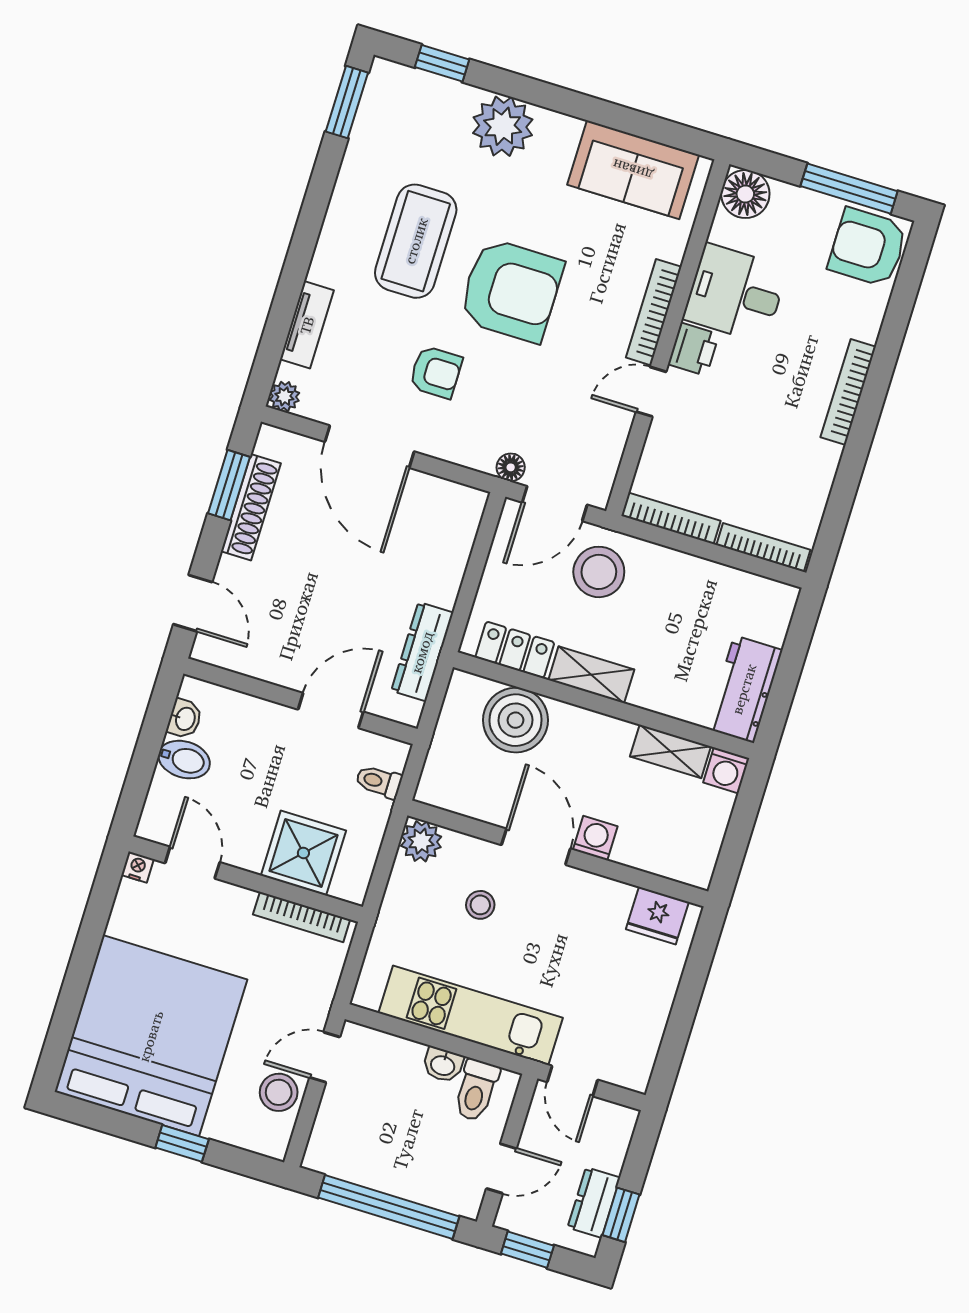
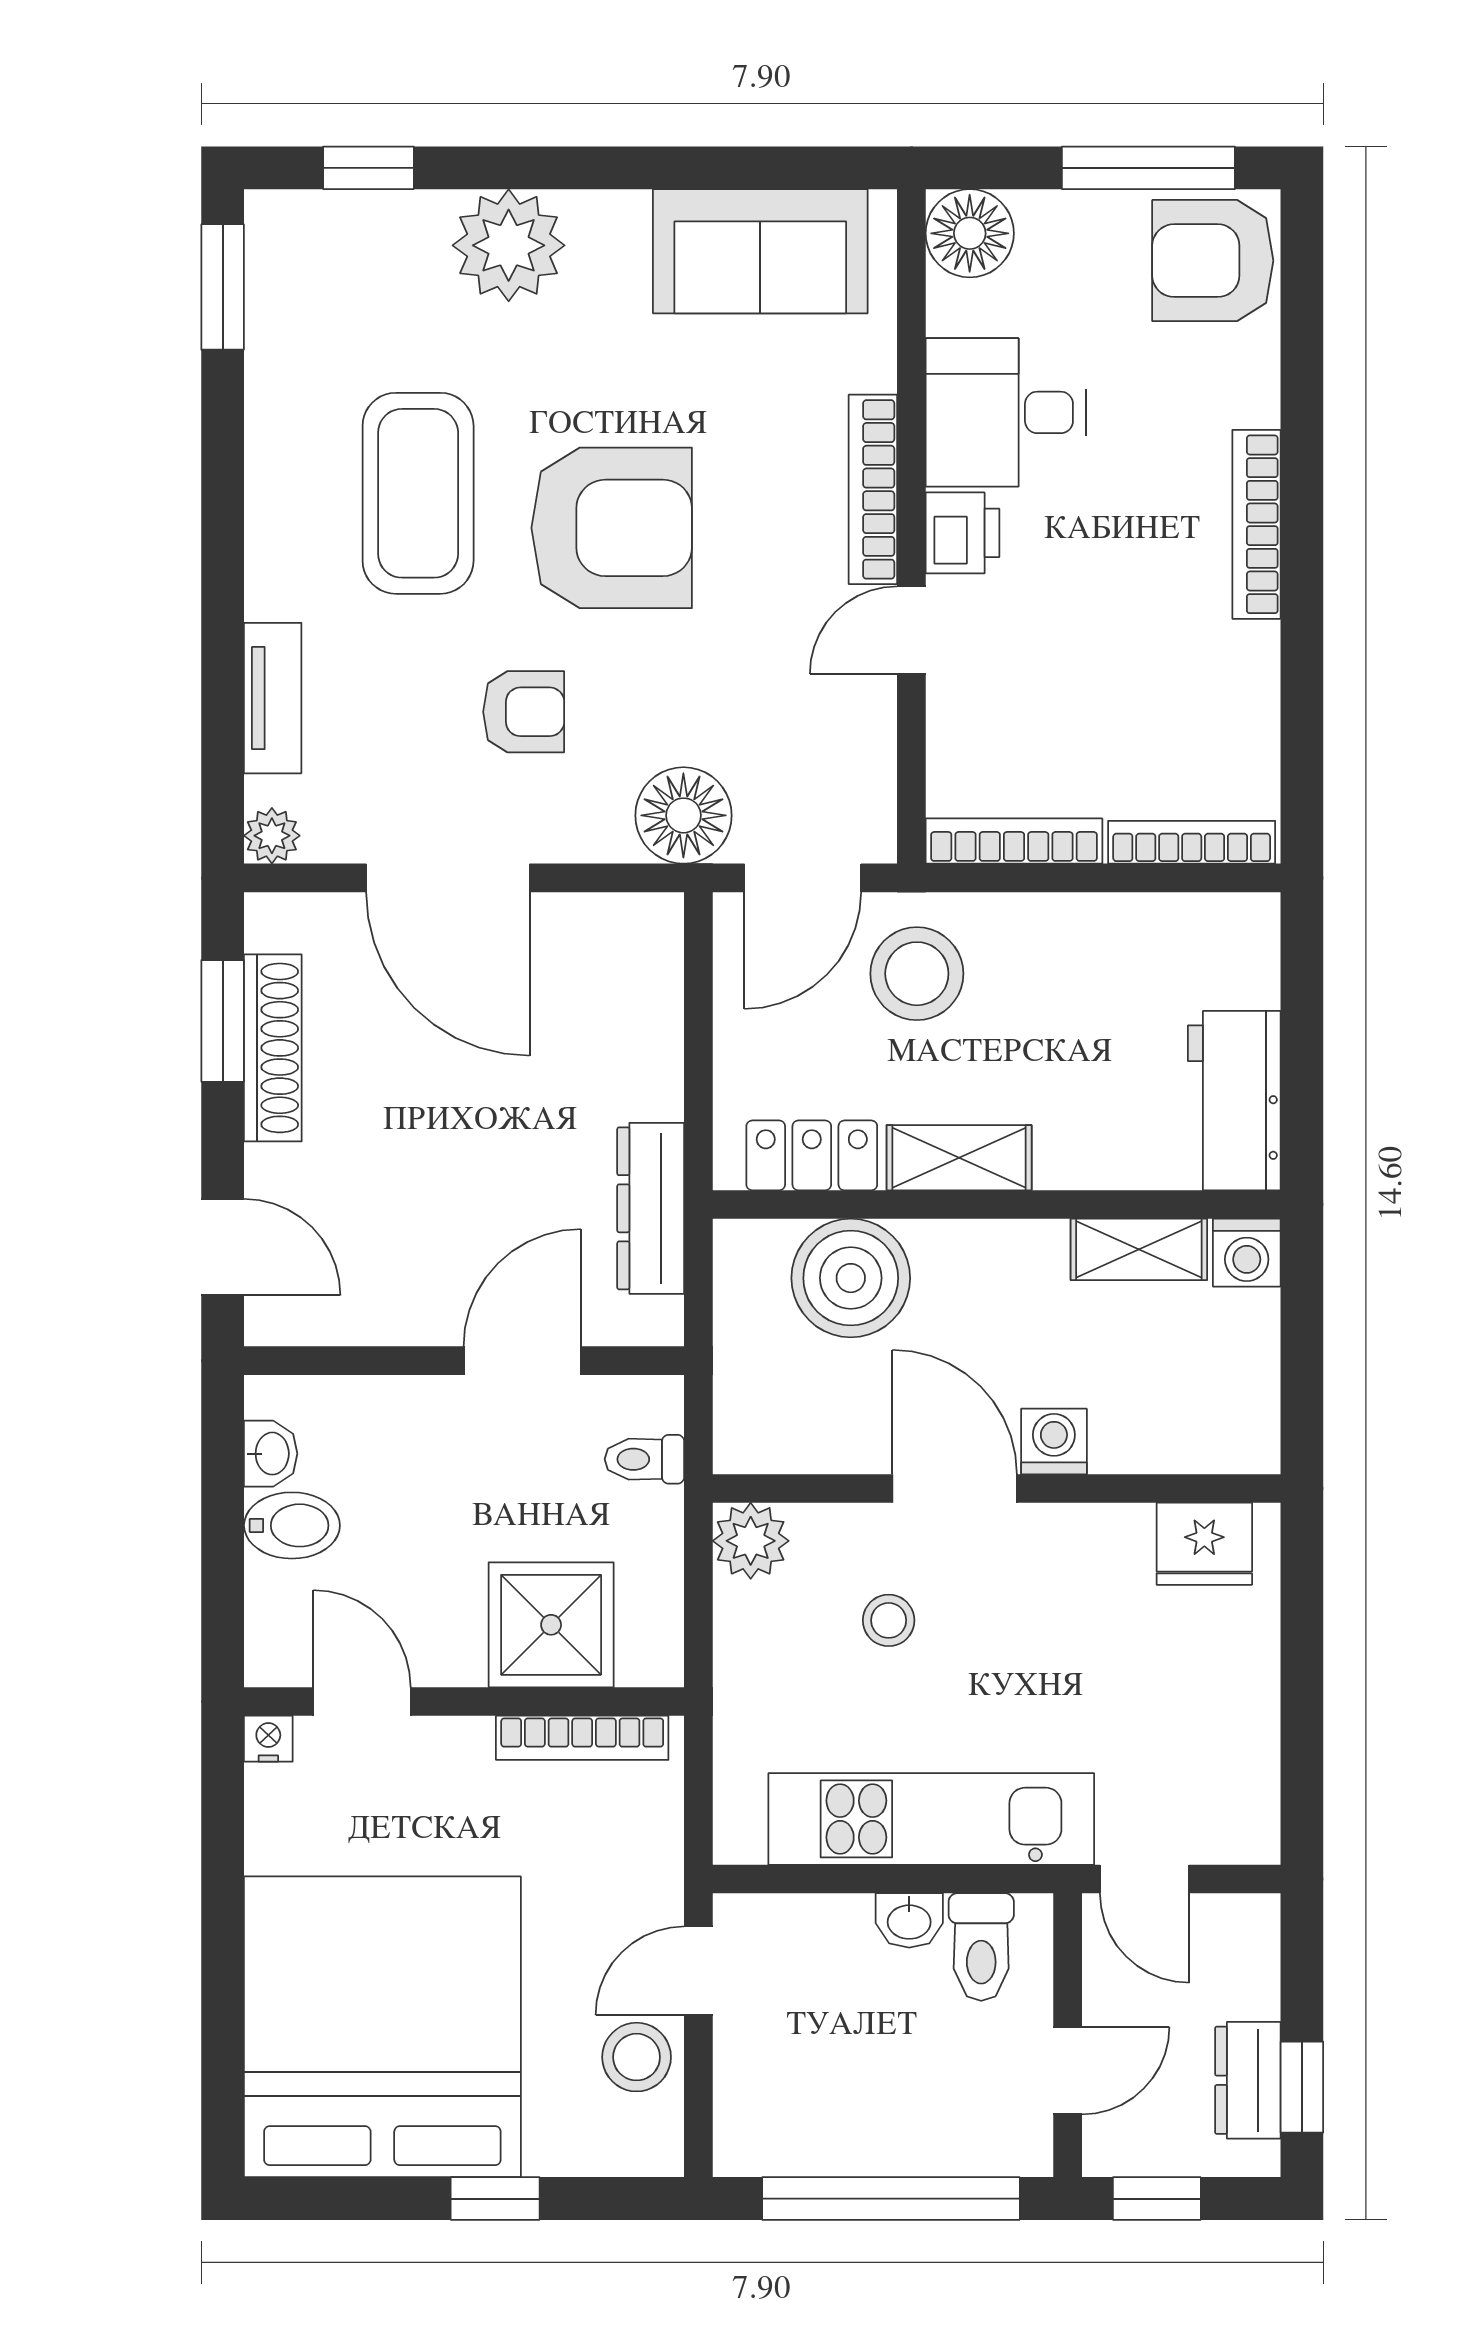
floor lamp: (511, 467) -> (683, 815), width x1.89, depth x1.89

